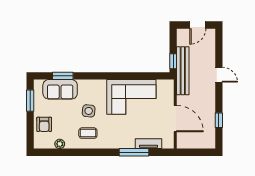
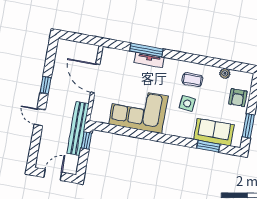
window: (219, 120) -> (46, 85), moved
armchair: (44, 124) -> (238, 98), turned 180
tv unit: (148, 144) -> (149, 60), moved

